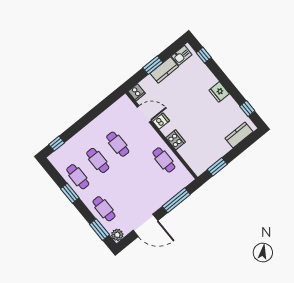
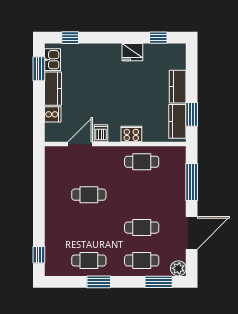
window: (153, 65) -> (39, 69), moved
cooker: (137, 92) -> (53, 114), moved
fridge: (219, 92) -> (132, 52), moved
kitchen counter: (239, 135) -> (178, 87), moved
cafe table: (98, 160) -> (142, 228), moved
kitchen counter: (206, 162) -> (177, 121), added

